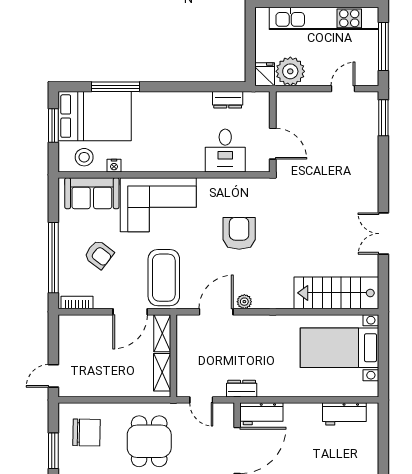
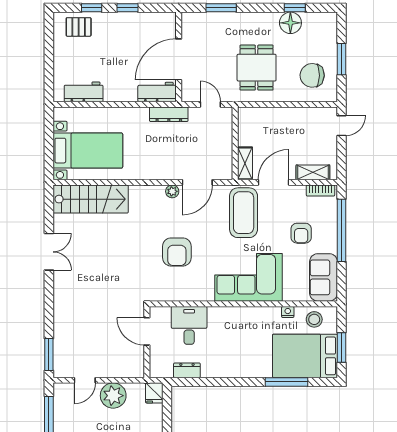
plant: (290, 71) -> (113, 396), moved
sofa: (92, 193) -> (324, 277), moved, turned -90
armchair: (99, 254) -> (301, 233), turned -127
shelving: (162, 372) -> (313, 172), moved, turned 90
dresser: (242, 389) -> (169, 114), width x1.44

